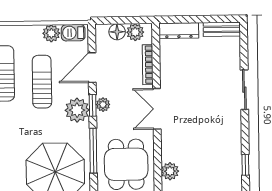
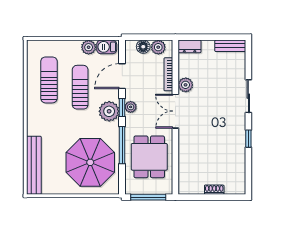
dresser: (179, 31) -> (190, 46), width x0.70
window: (245, 165) -> (248, 139), moved
plant: (170, 171) -> (186, 85), moved

